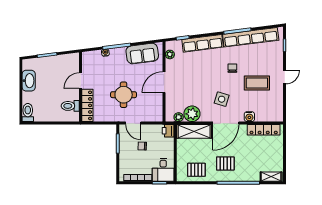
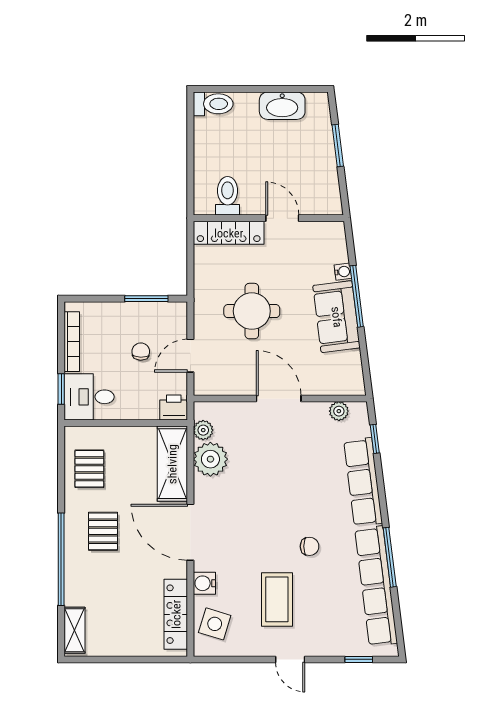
sofa: (142, 54) -> (337, 317), moved
side table: (222, 99) -> (215, 624), moved
door: (133, 123) -> (190, 356), moved

